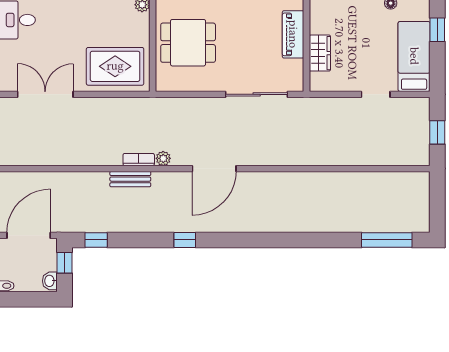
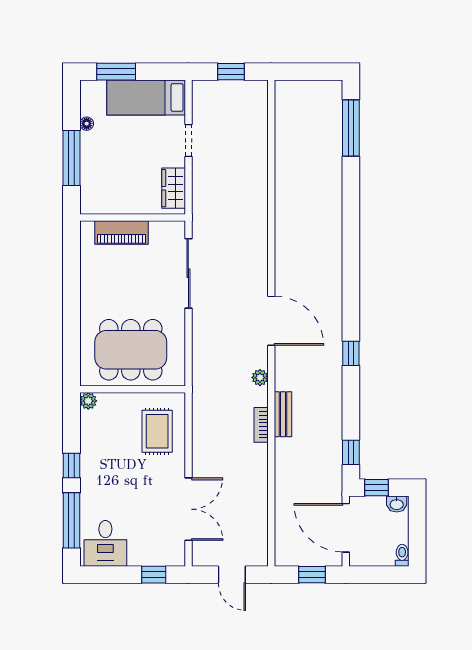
window: (437, 30) -> (116, 72), width x1.50
dining table: (188, 43) -> (131, 350), width x1.37
wardrobe: (320, 53) -> (174, 188), moved, turned -90
rug: (115, 66) -> (157, 431), width x0.73, depth x0.70
double door: (45, 94) -> (188, 509), swing flipped
bookcase: (139, 160) -> (261, 425), moved

